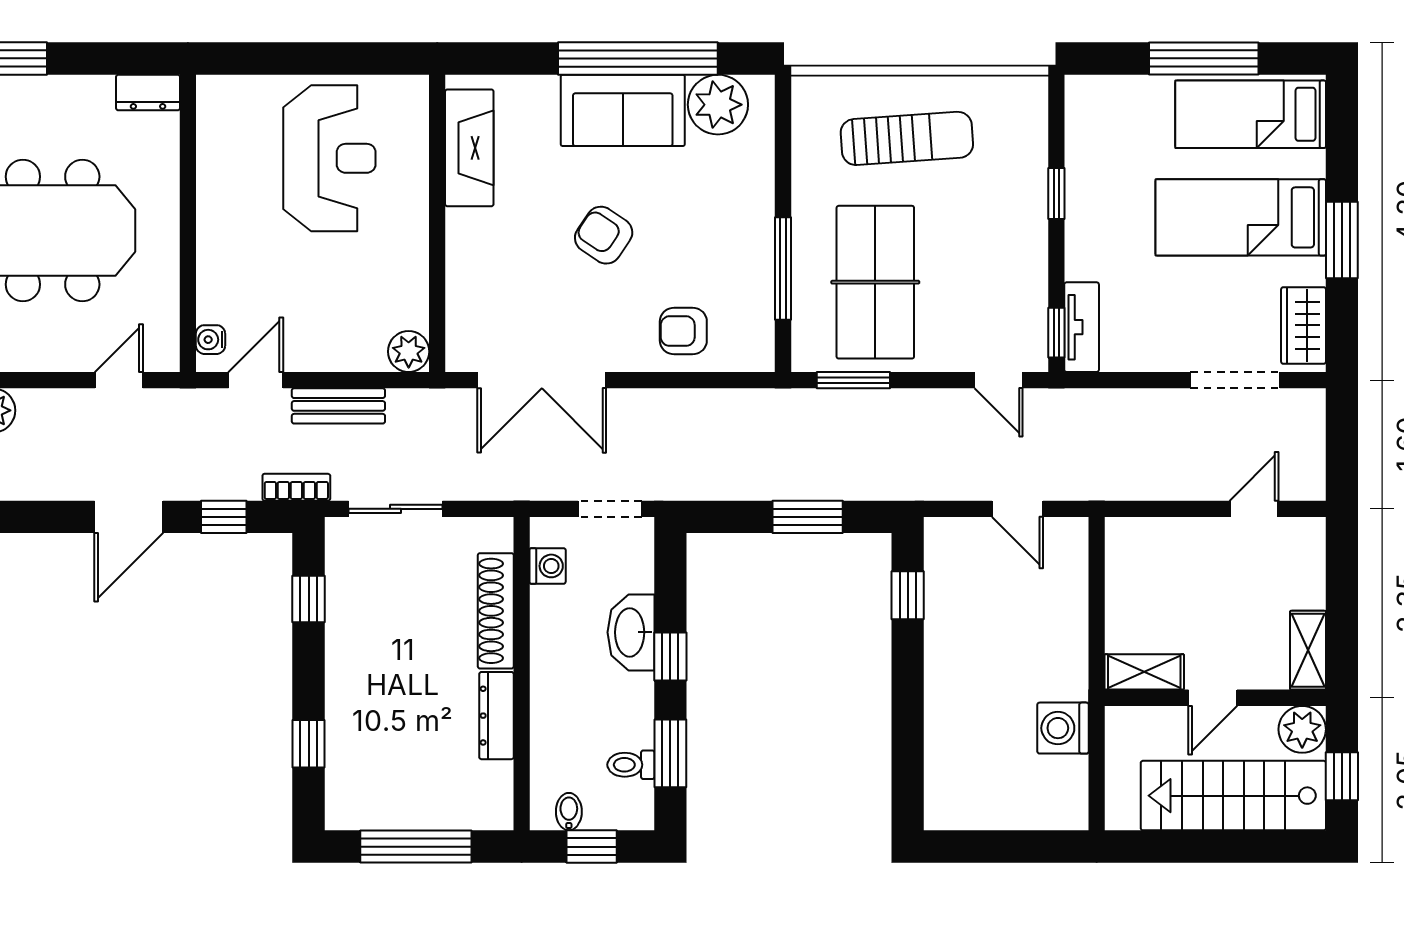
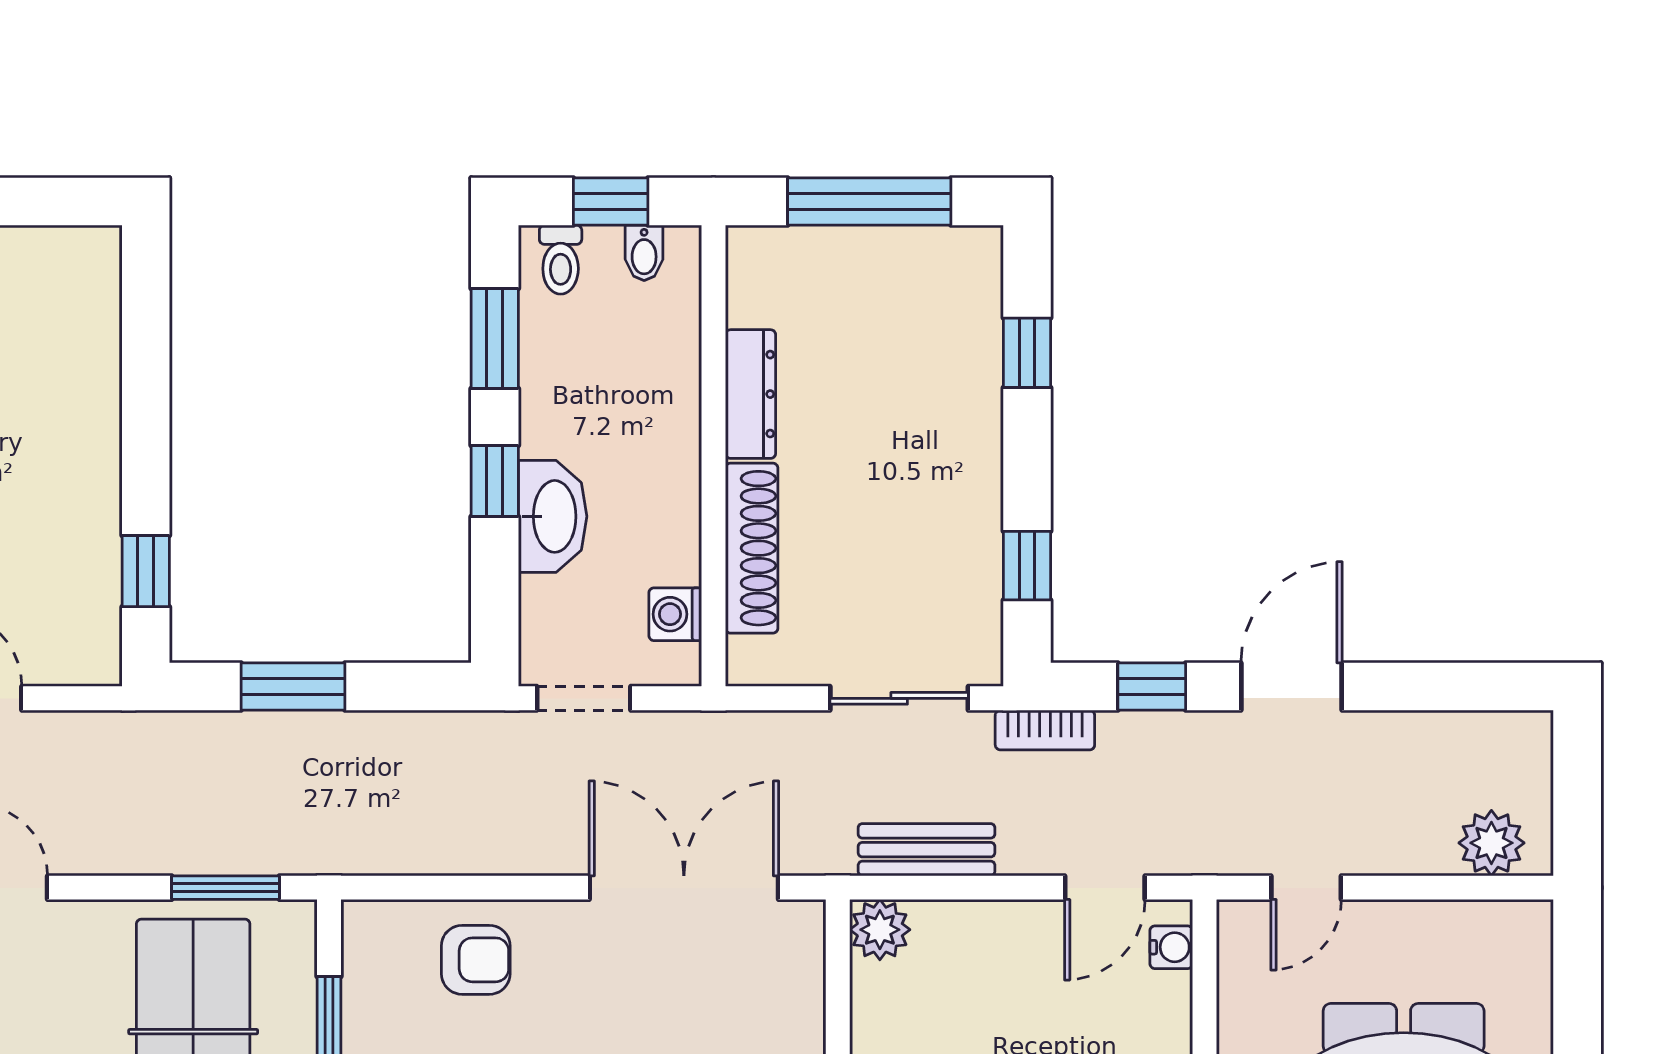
bench: (338, 406) -> (927, 850), moved
toilet: (631, 765) -> (561, 260), moved, turned 90

